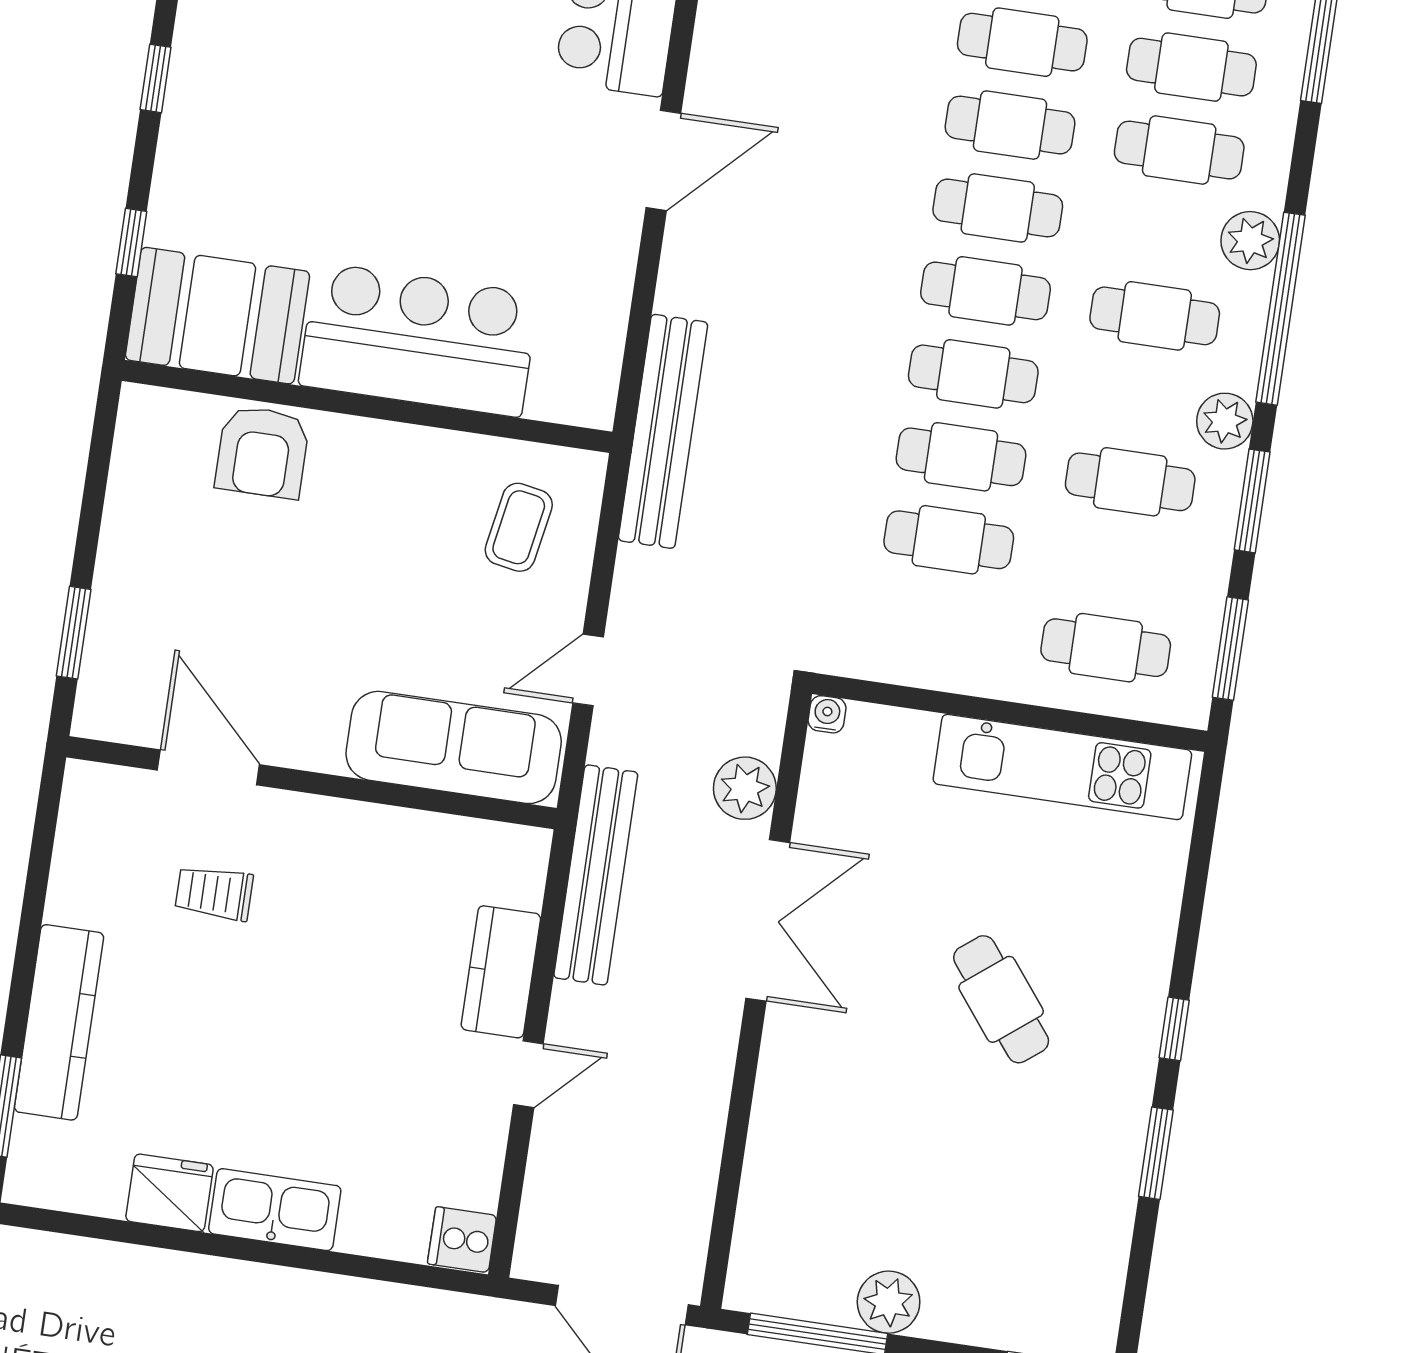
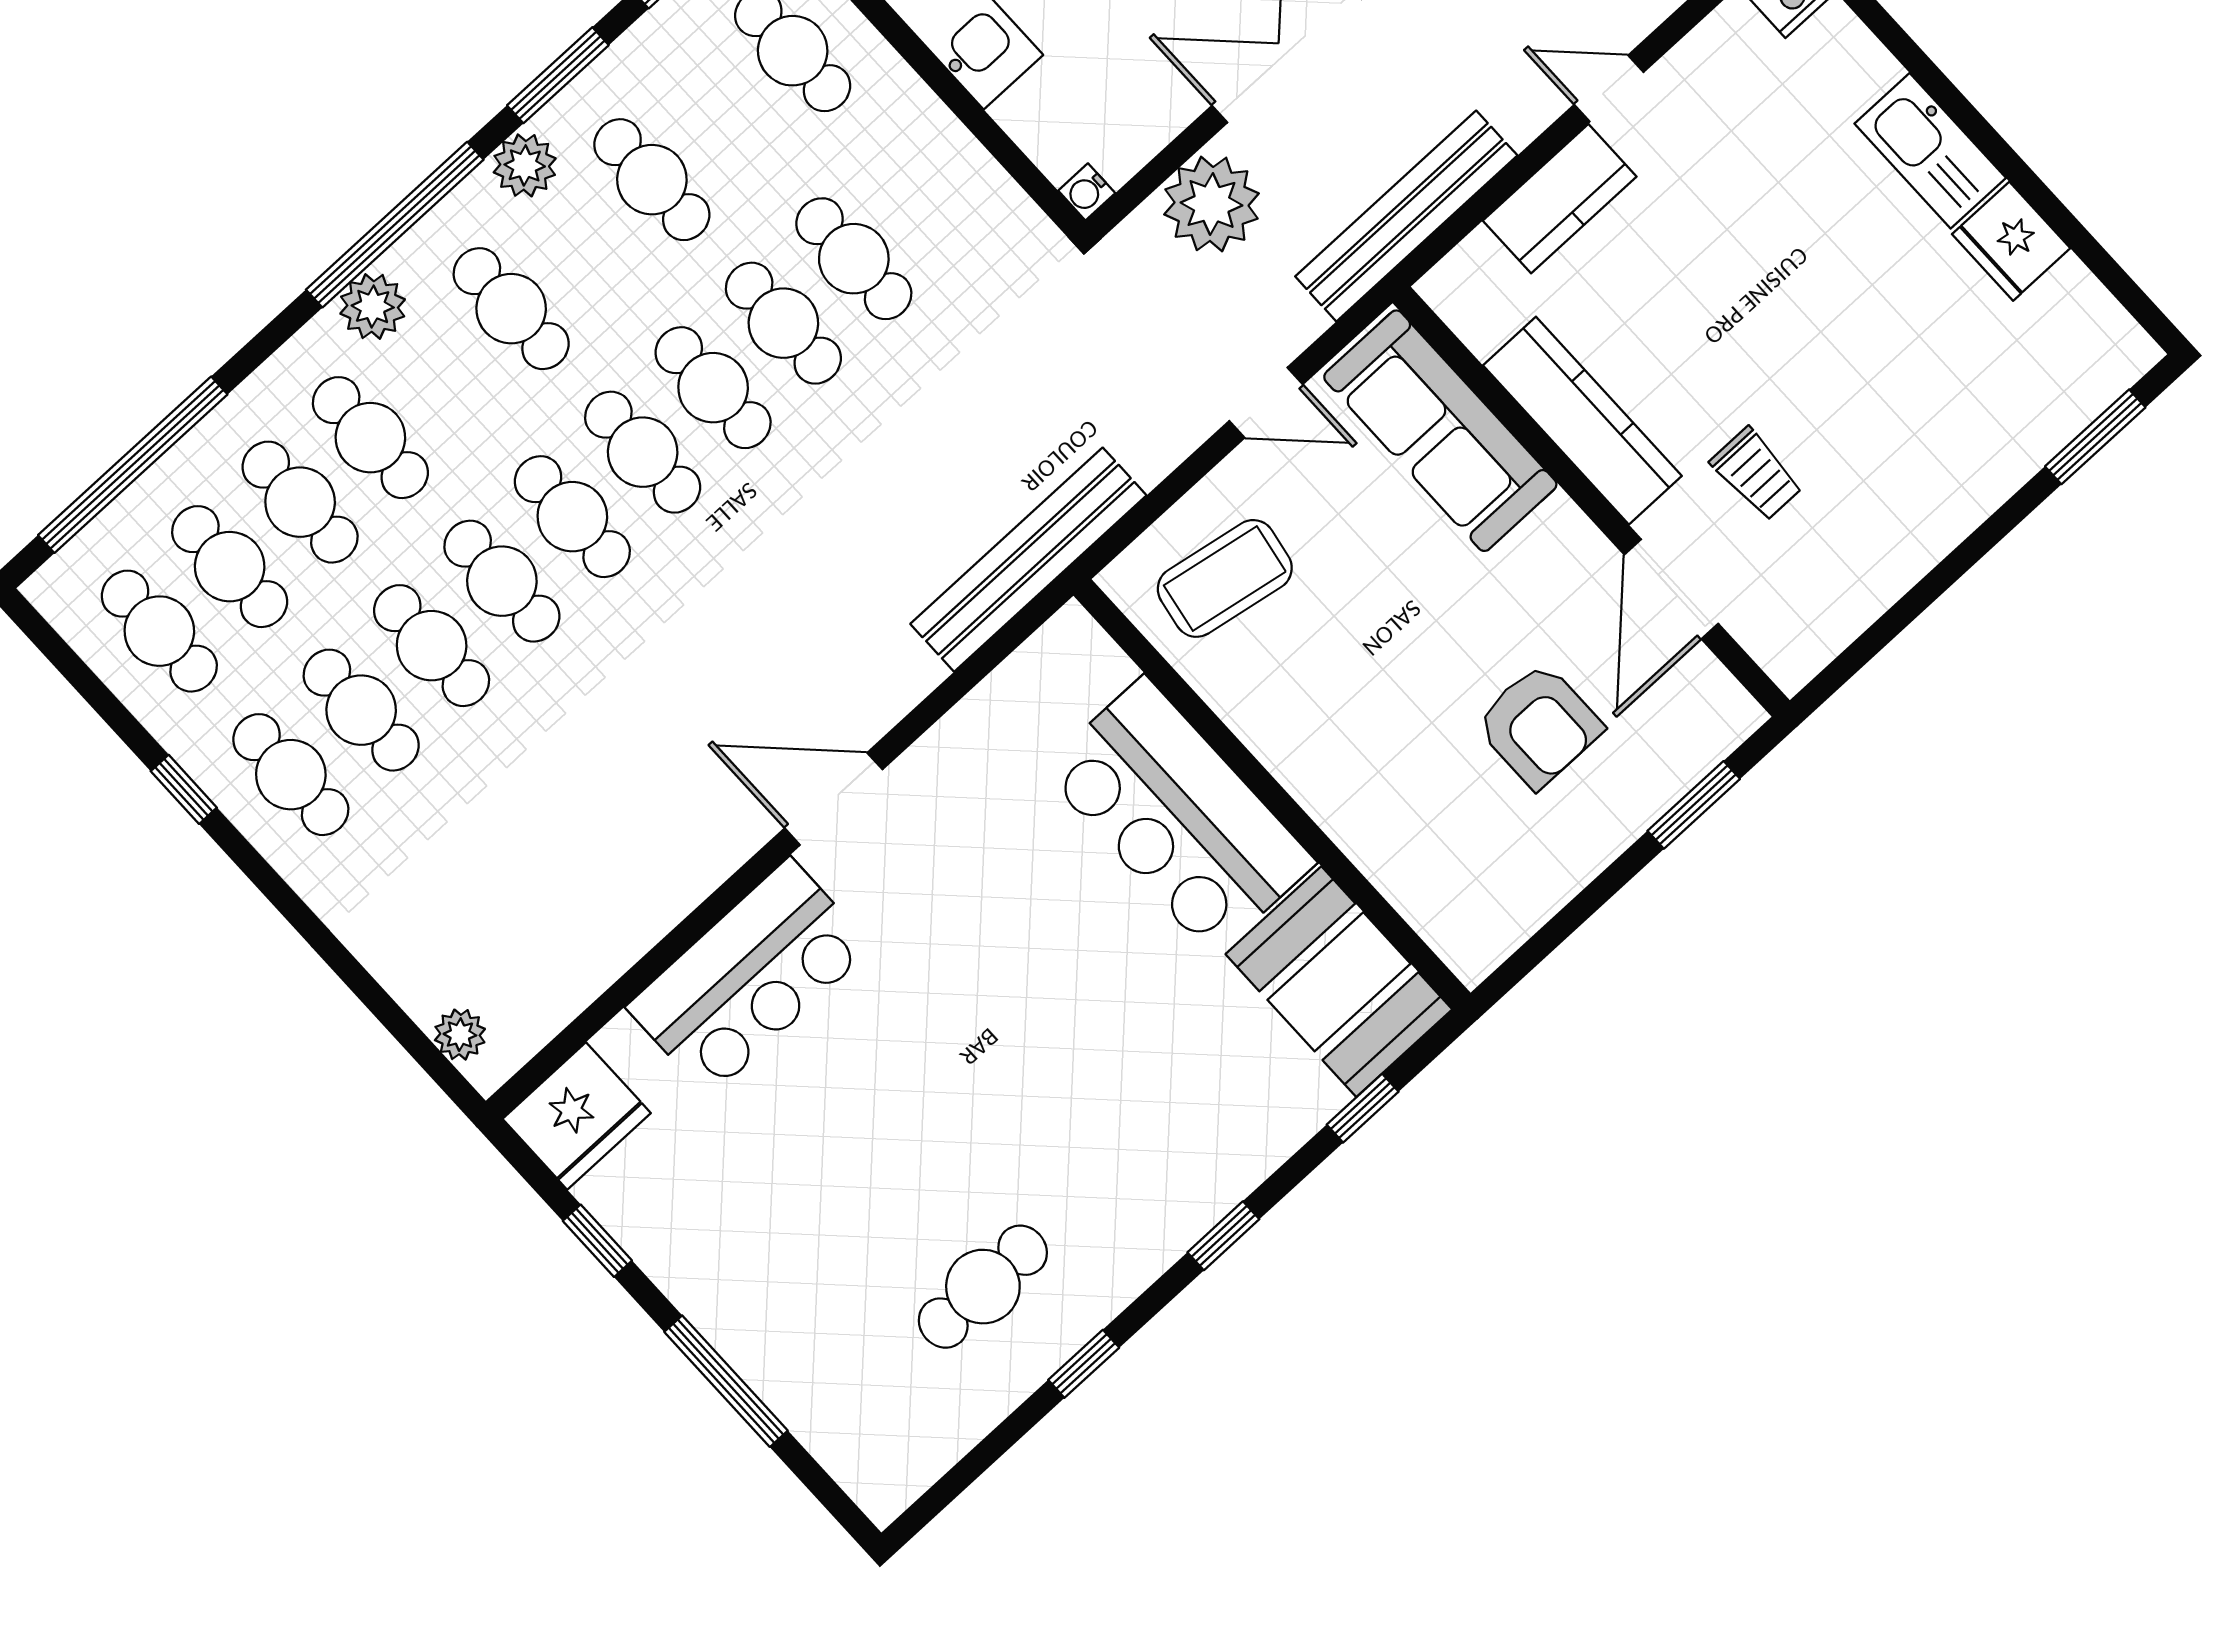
armchair: (262, 452) -> (1539, 725), moved, turned 90
coffee table: (519, 527) -> (1225, 578), width x1.36, depth x1.30
plant: (745, 788) -> (1212, 204), width x1.36, depth x1.36
kitchen counter: (59, 1022) -> (1582, 421), moved, turned 90

